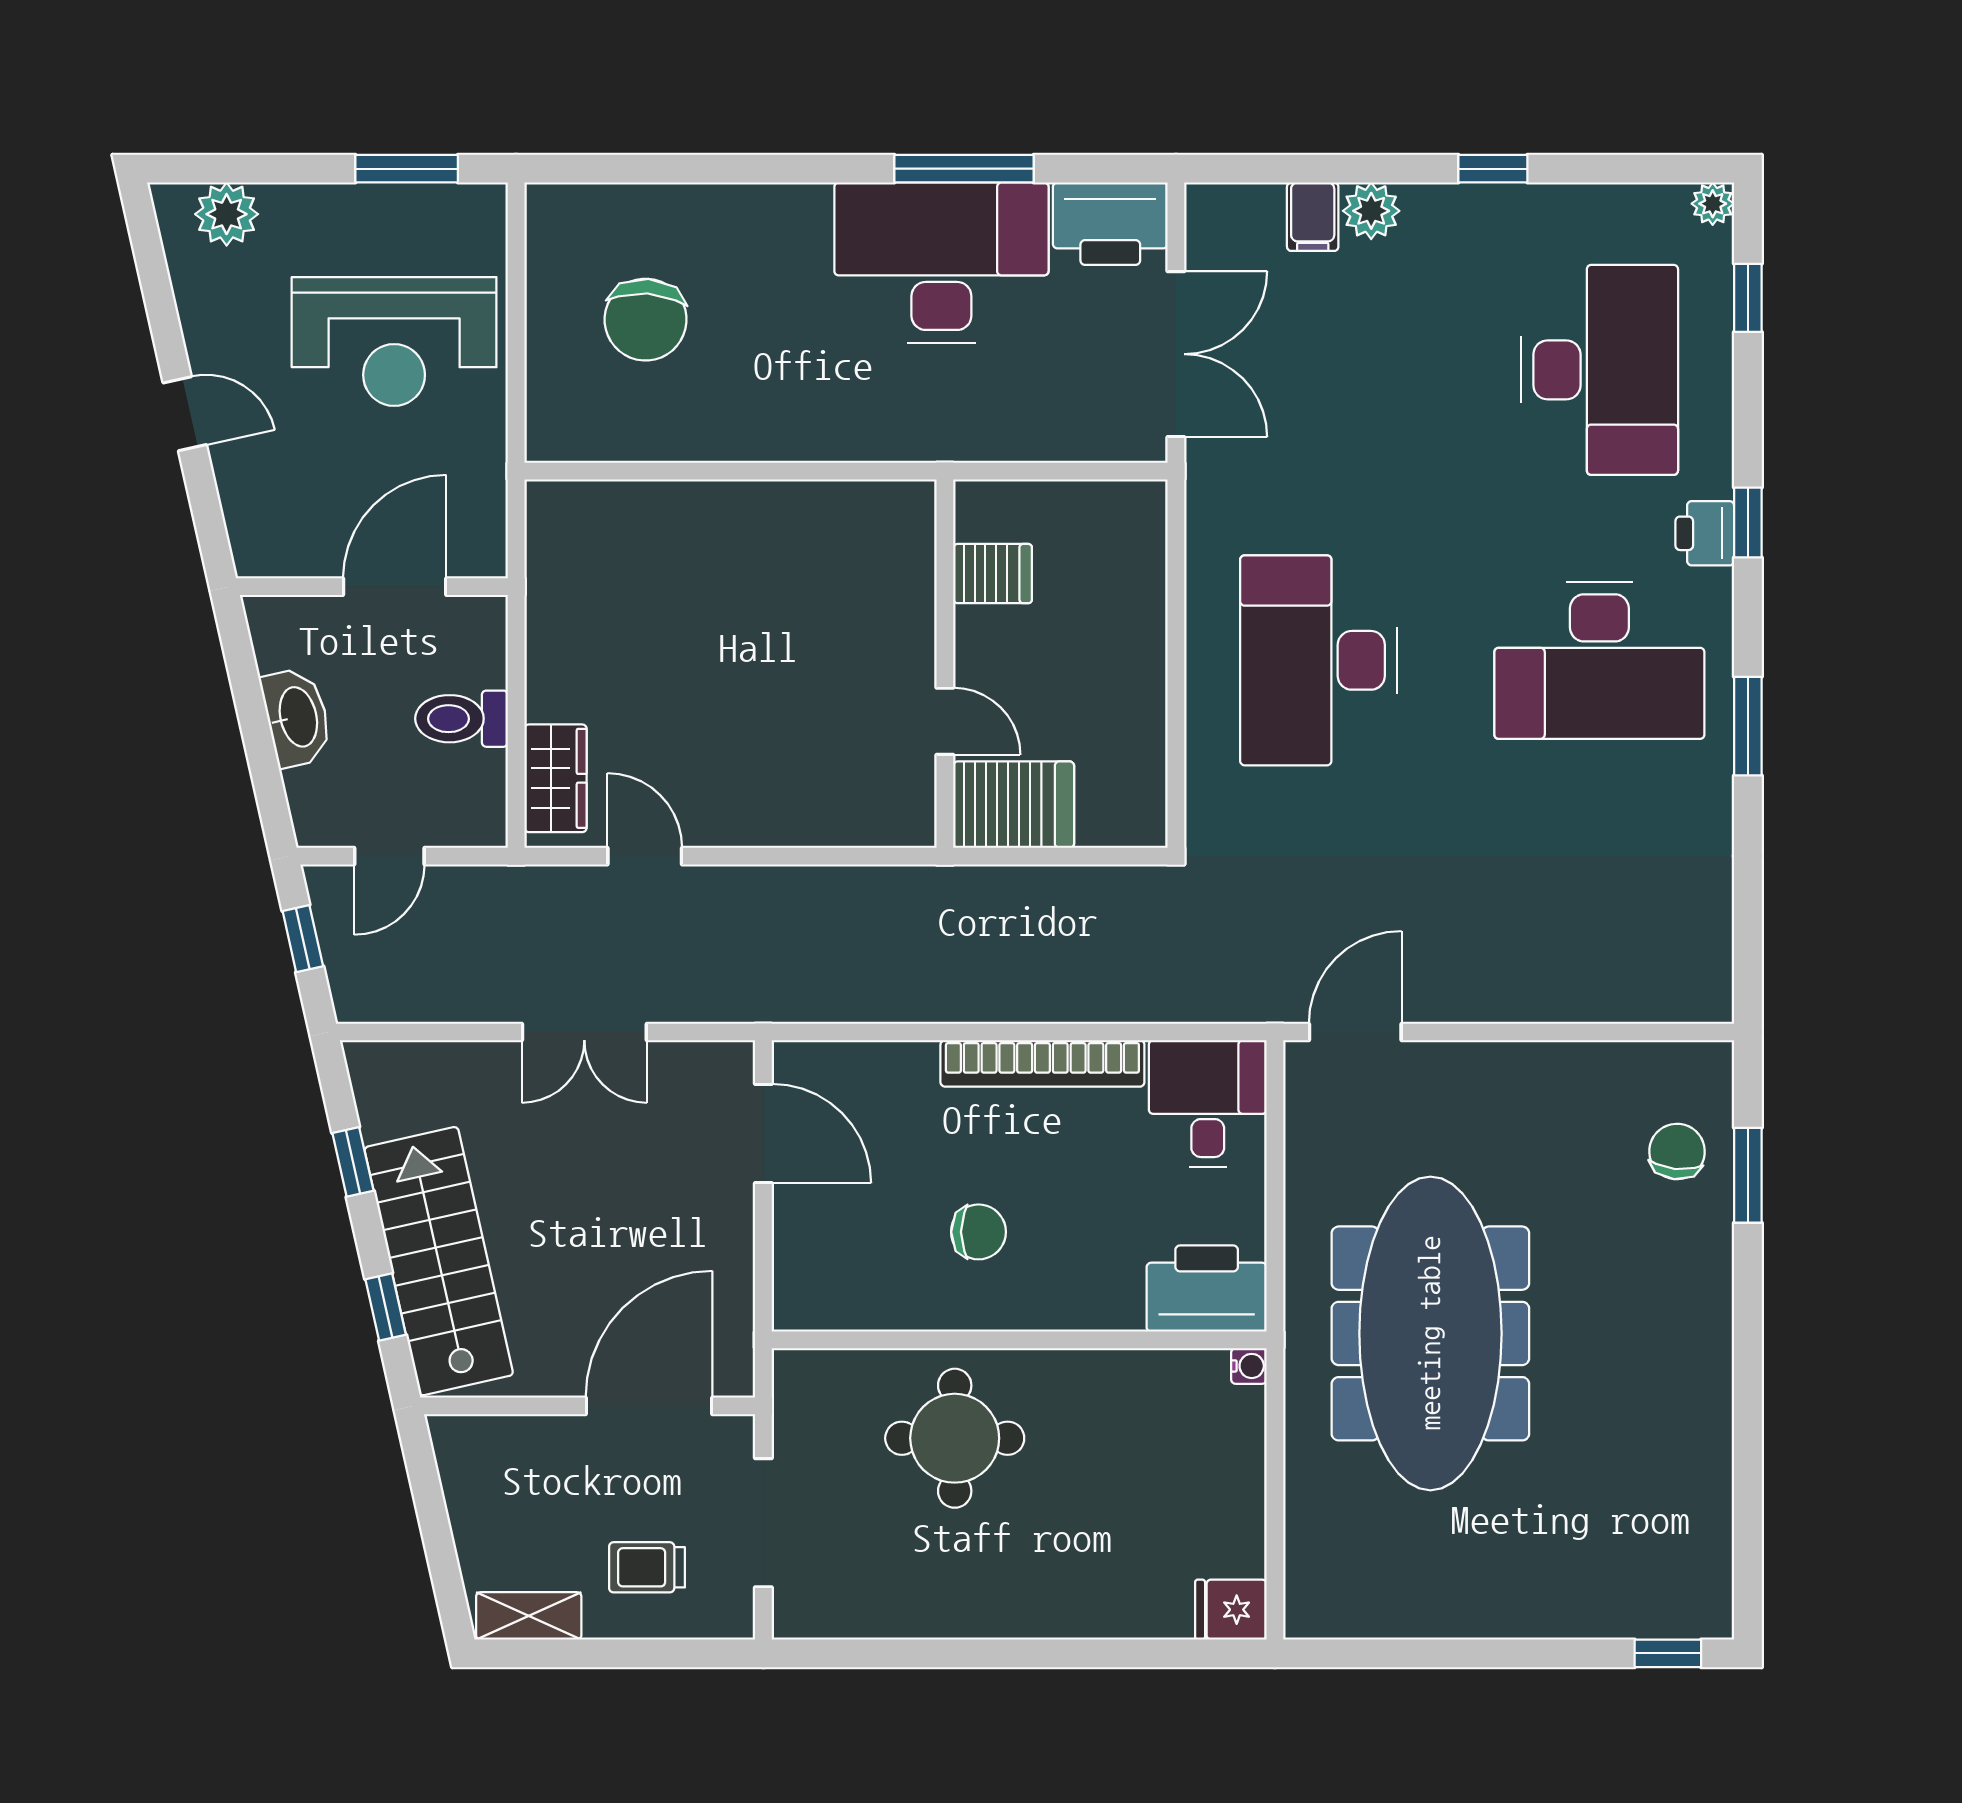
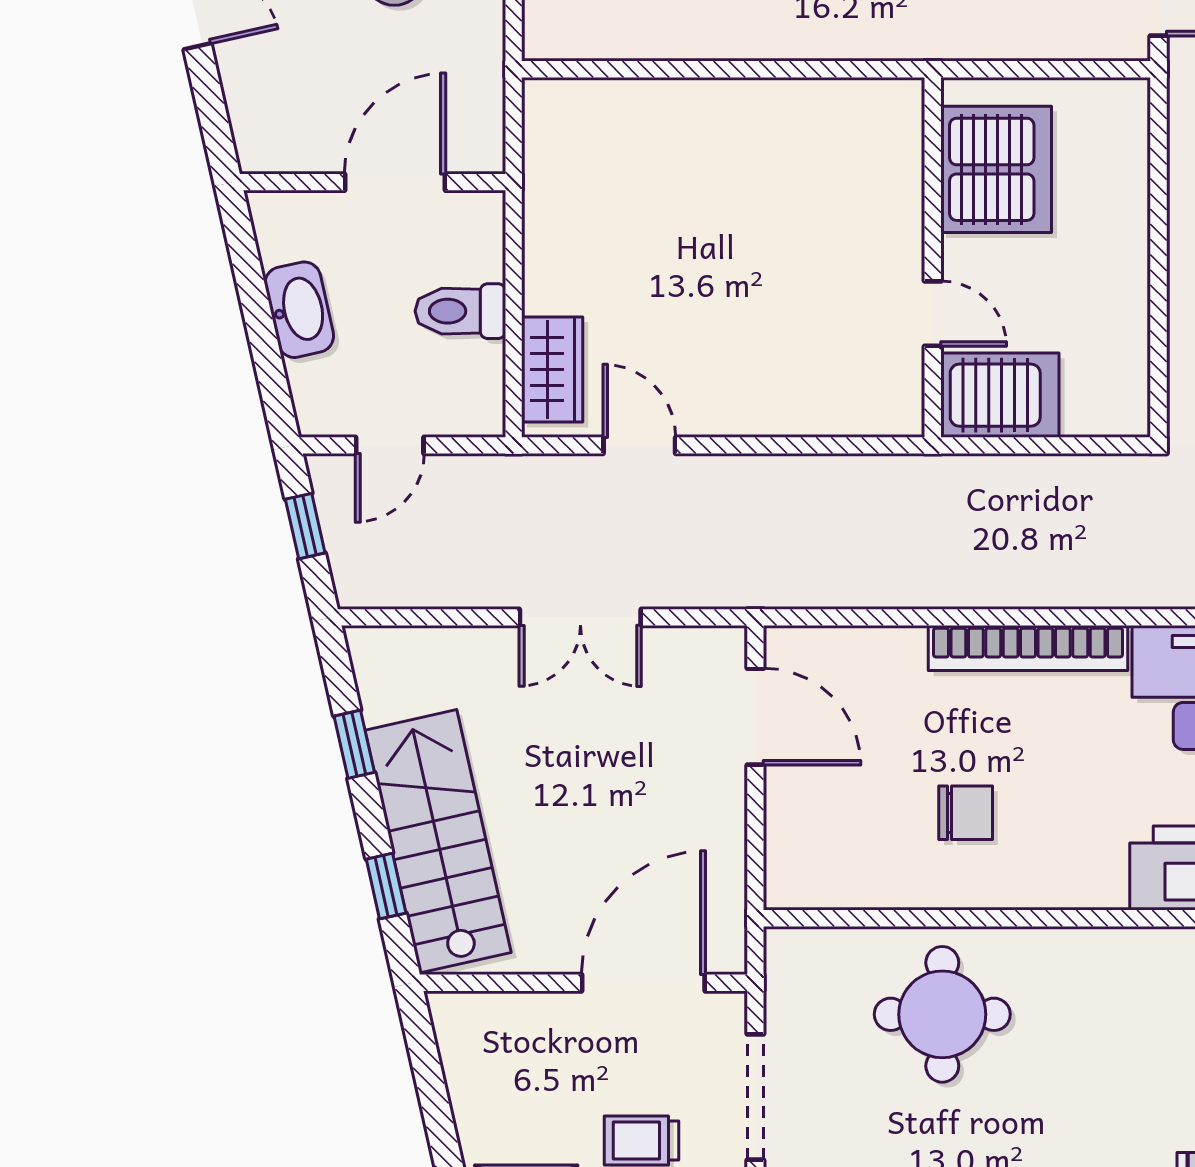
server rack: (993, 574) -> (996, 169), width x2.18, depth x1.44

